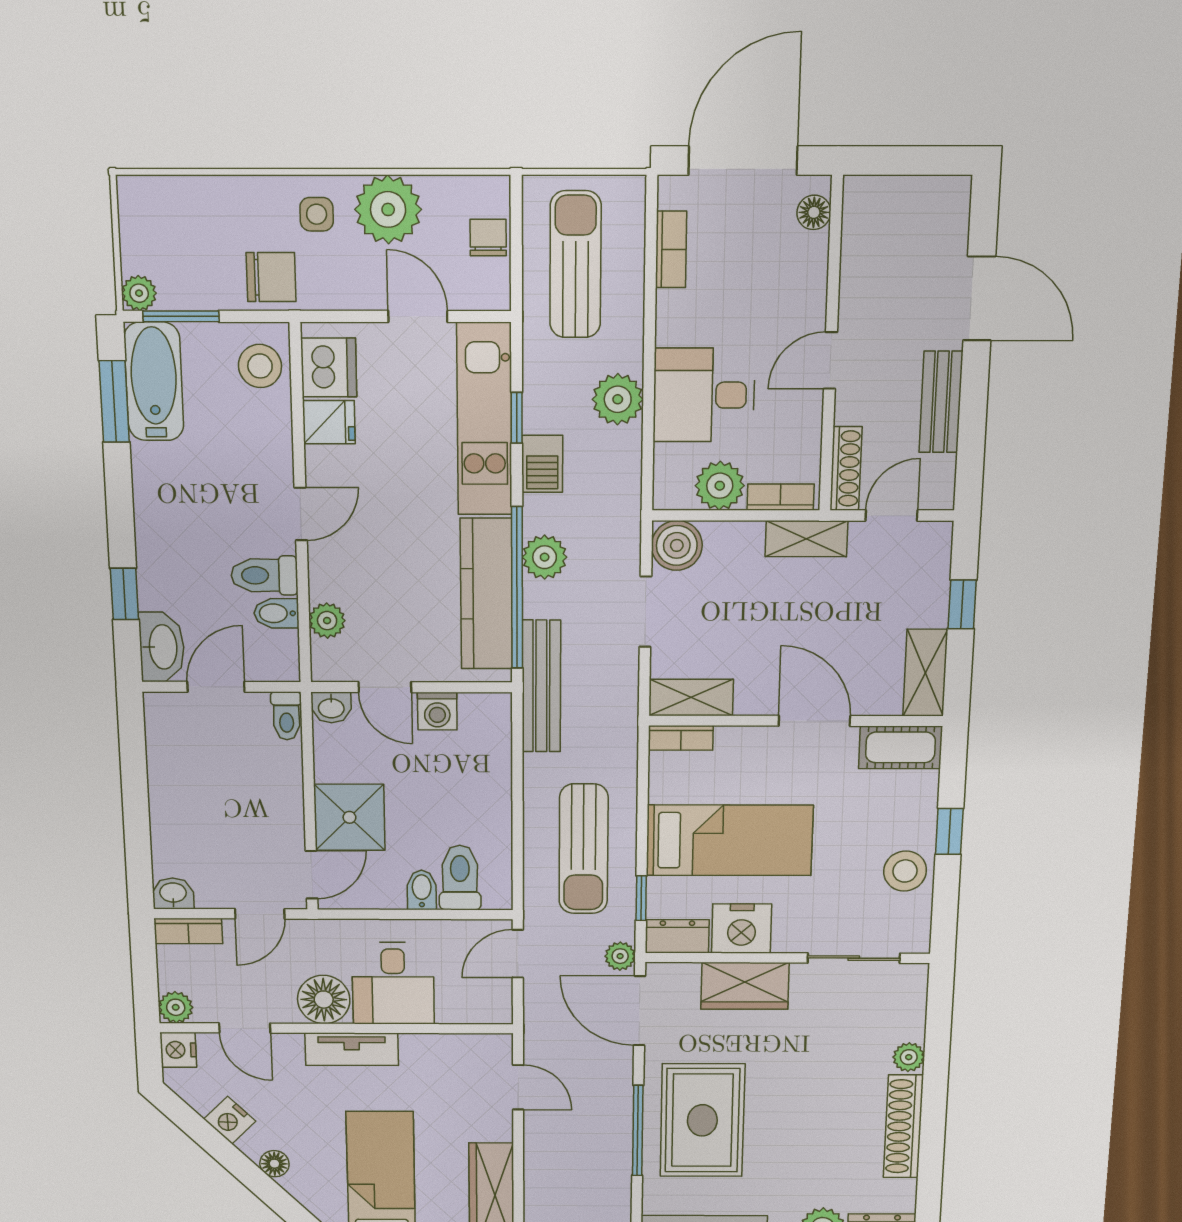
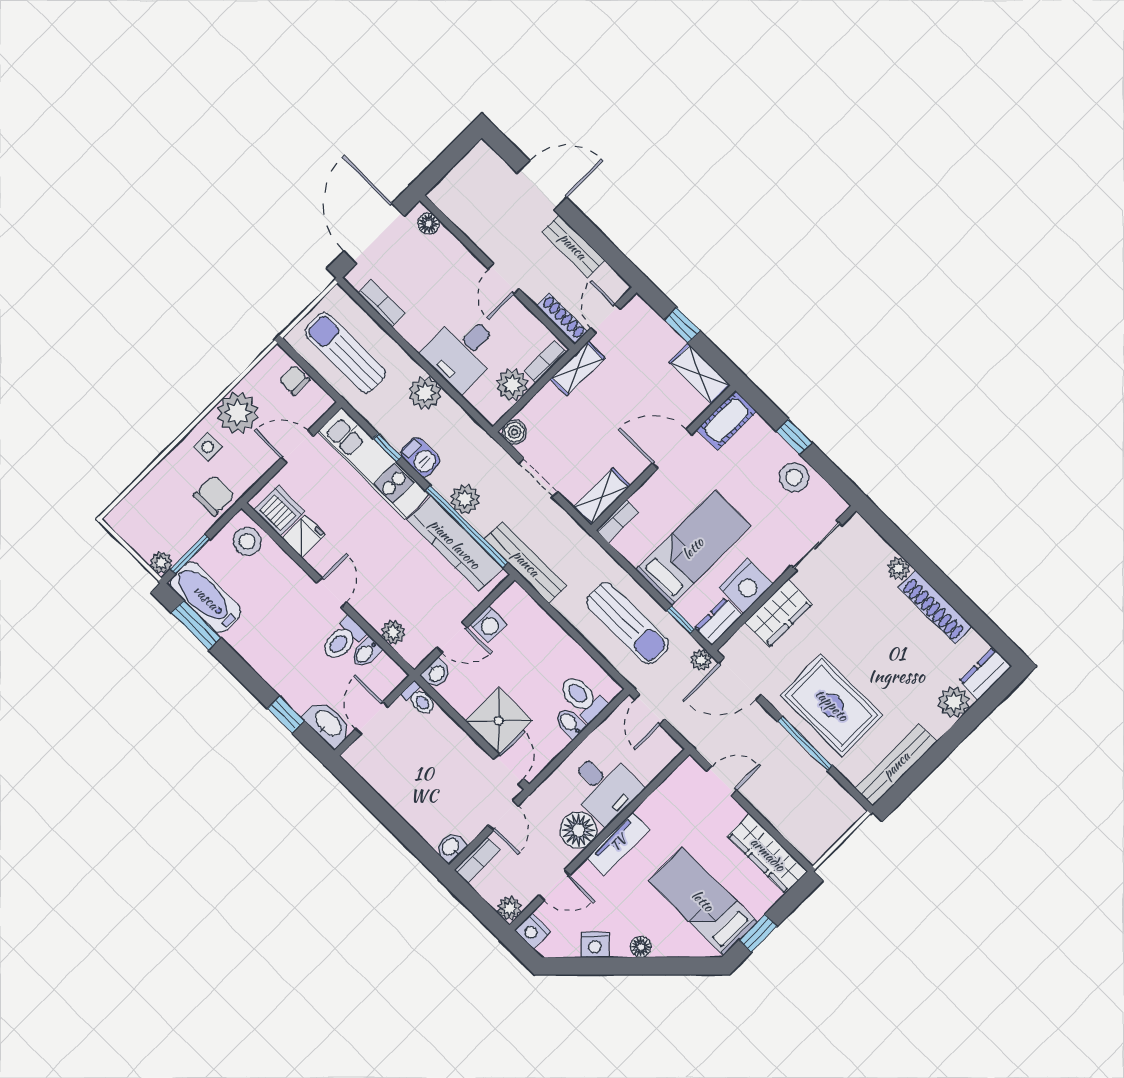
boiler: (677, 545) -> (514, 432), width x0.73, depth x0.73

